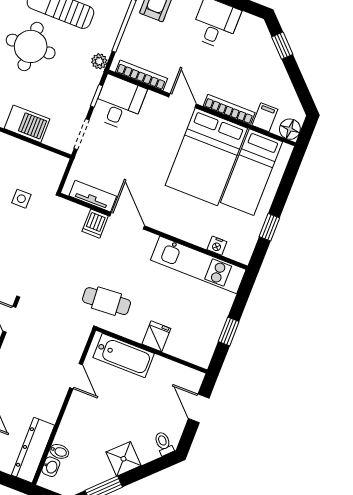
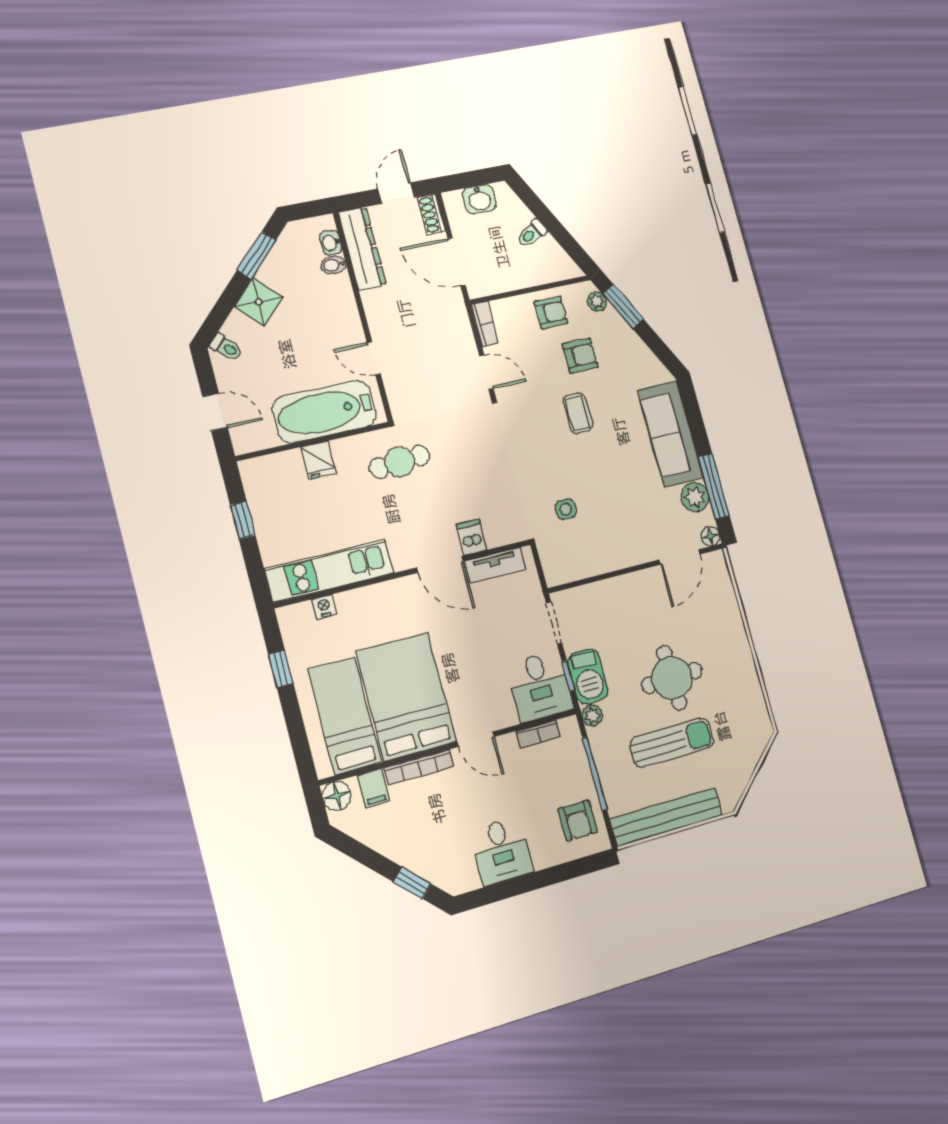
bookcase: (141, 75) -> (538, 734), width x0.64
barbecue: (27, 124) -> (588, 676), moved, turned -90
bathtub: (124, 356) -> (324, 412), width x1.36, depth x1.36

